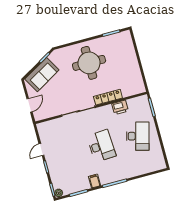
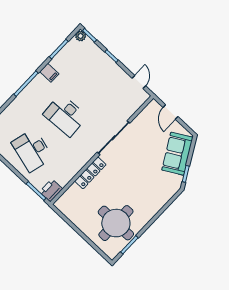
round table: (89, 63) -> (116, 223), moved
printer: (120, 107) -> (51, 190), moved
door: (41, 149) -> (139, 82), moved

